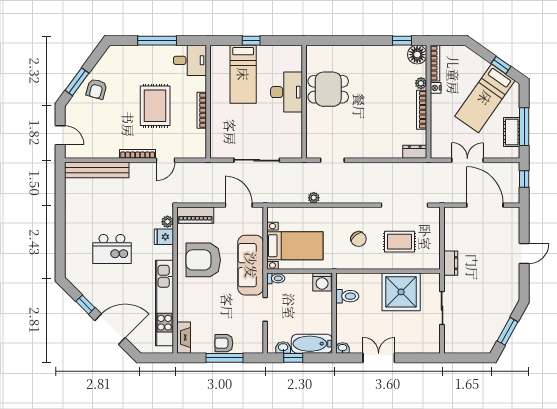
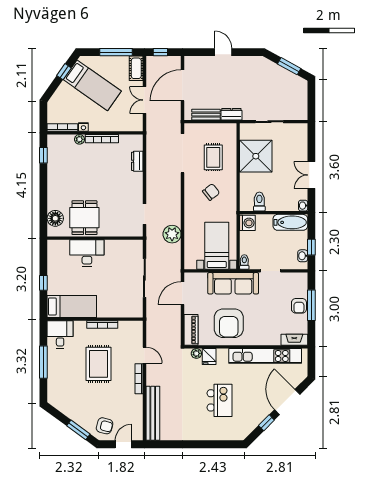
floor lamp: (417, 55) -> (55, 218), moved
bed: (243, 74) -> (72, 307), moved
armchair: (96, 89) -> (105, 426), moved
rug: (155, 106) -> (99, 364), turned 90
cot: (512, 132) -> (136, 68), moved, turned 90
dresser: (415, 152) -> (137, 161), moved
plant: (314, 198) -> (172, 234), width x1.88, depth x1.88
bench: (450, 233) -> (206, 115), added
bathtub: (312, 344) -> (290, 222), moved, turned -90

